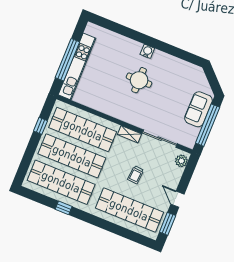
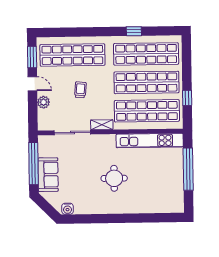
water cooler: (147, 51) -> (68, 209), moved
kitchen unit: (77, 66) -> (150, 141), moved, turned -90
plant: (181, 161) -> (44, 102), moved

